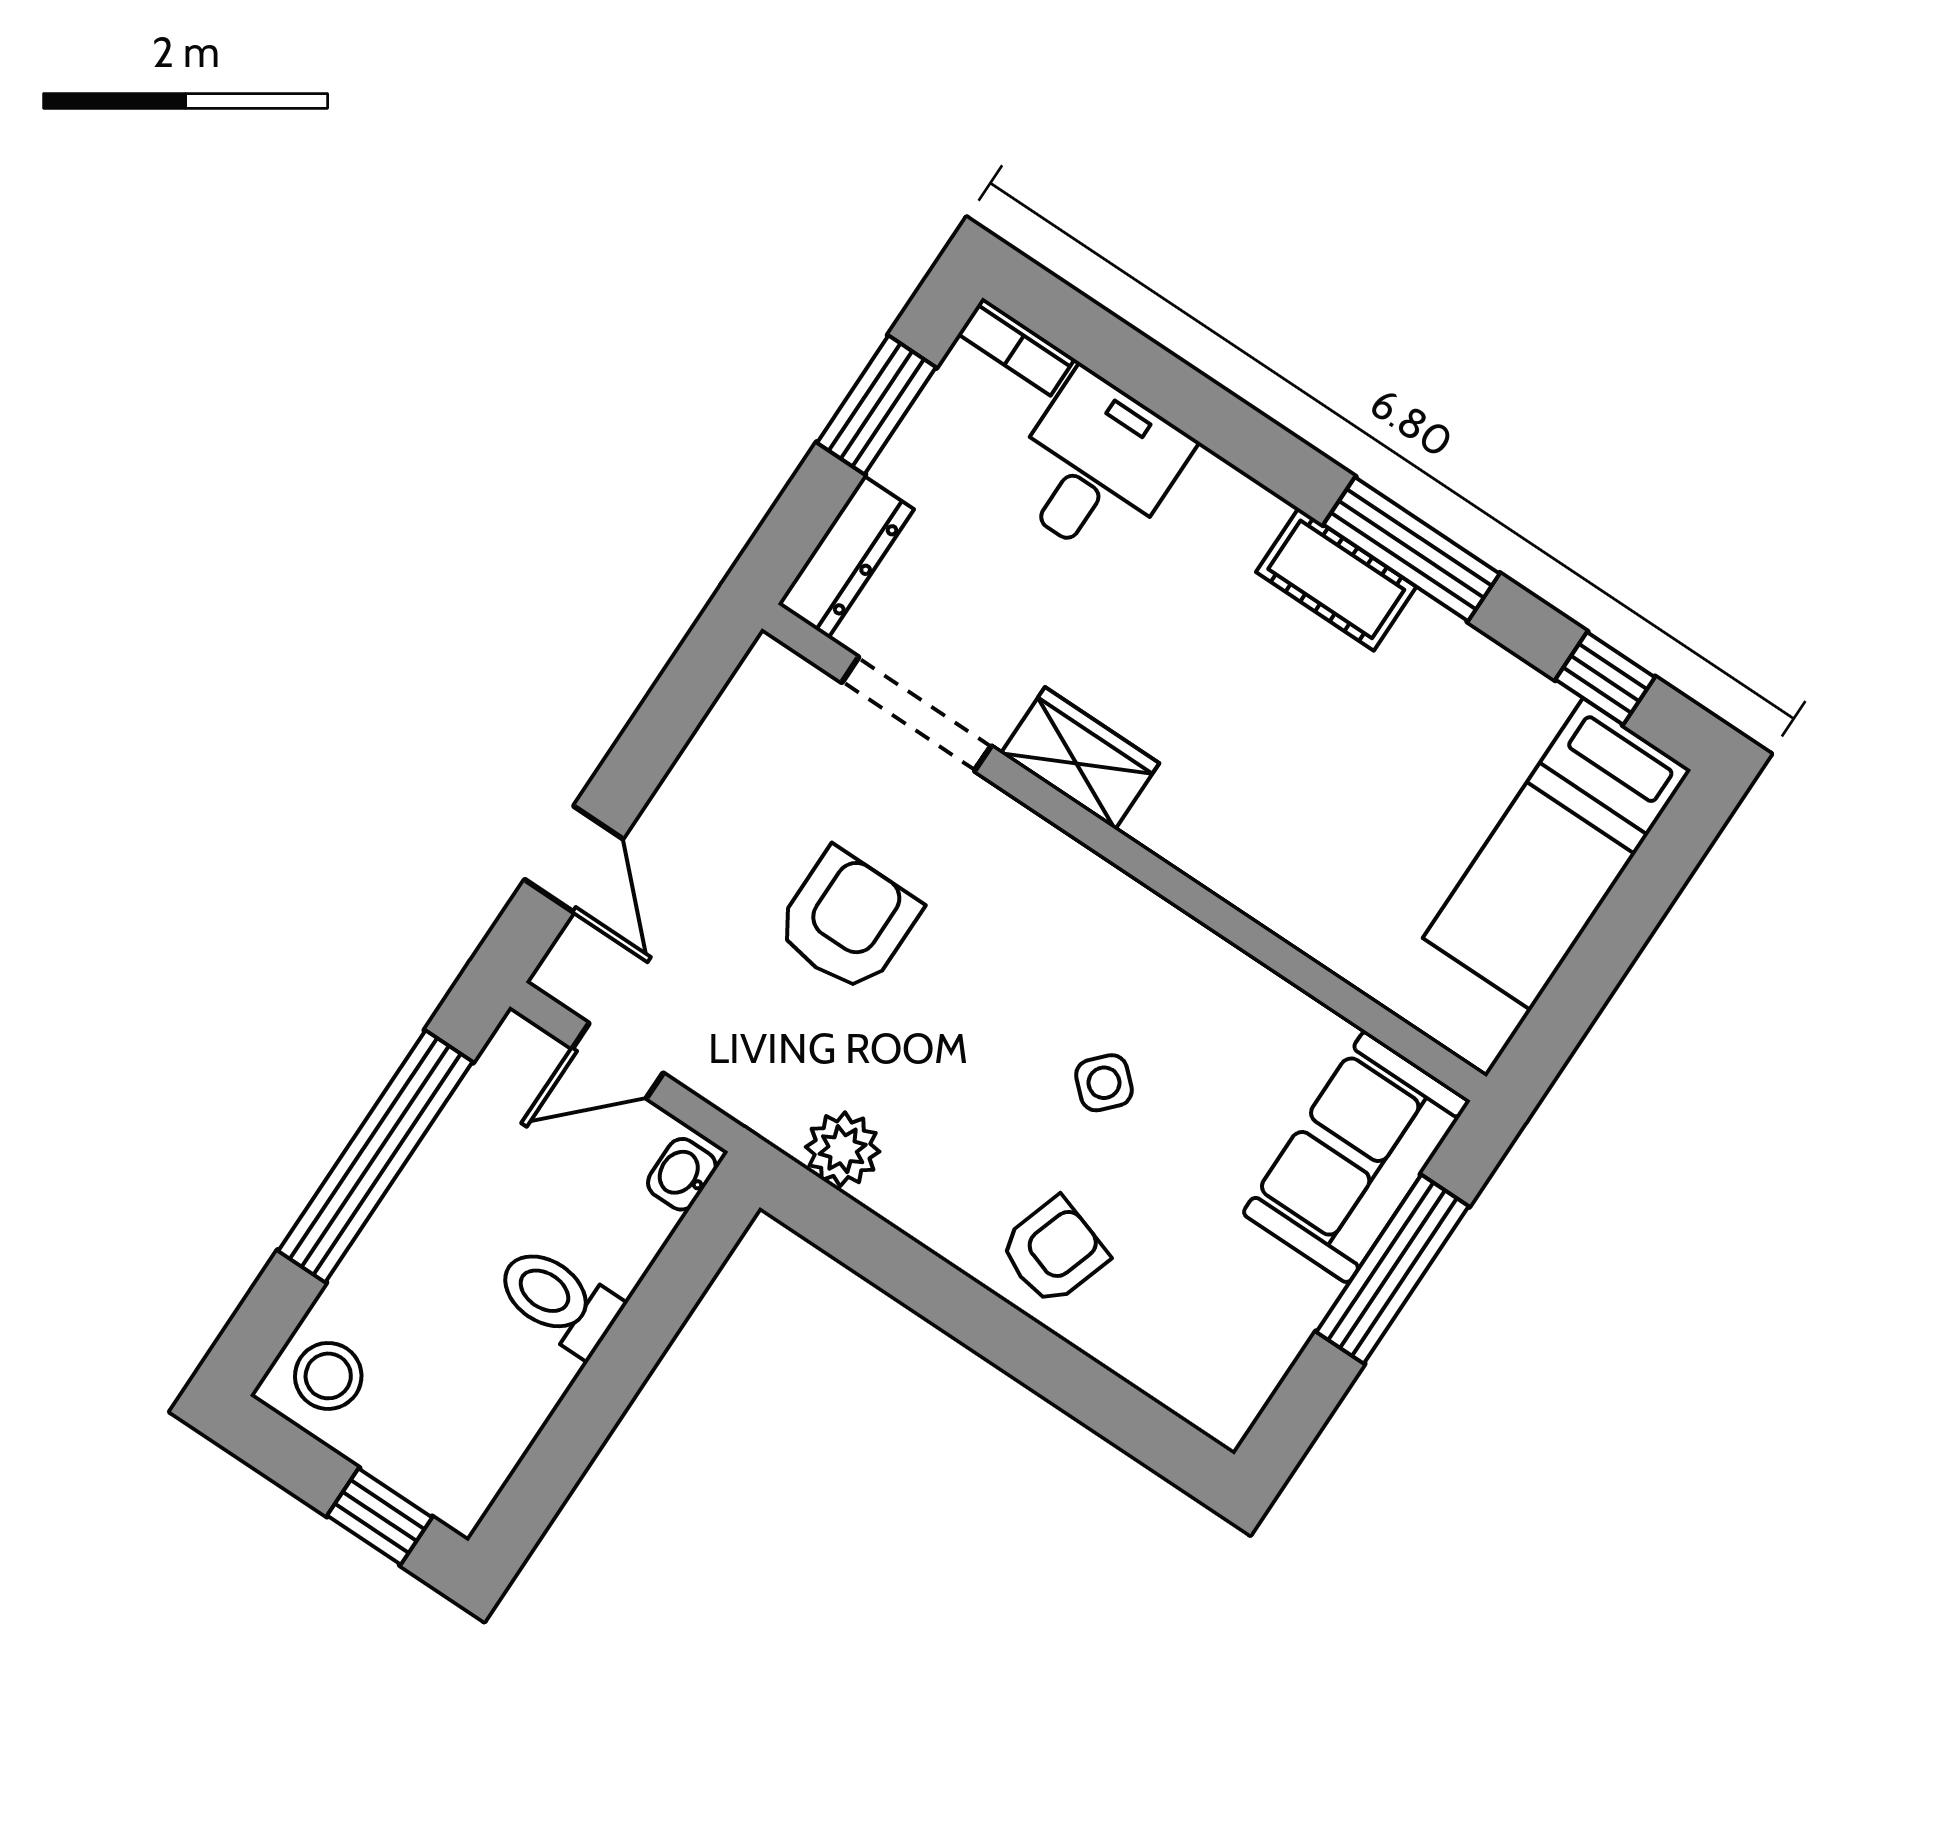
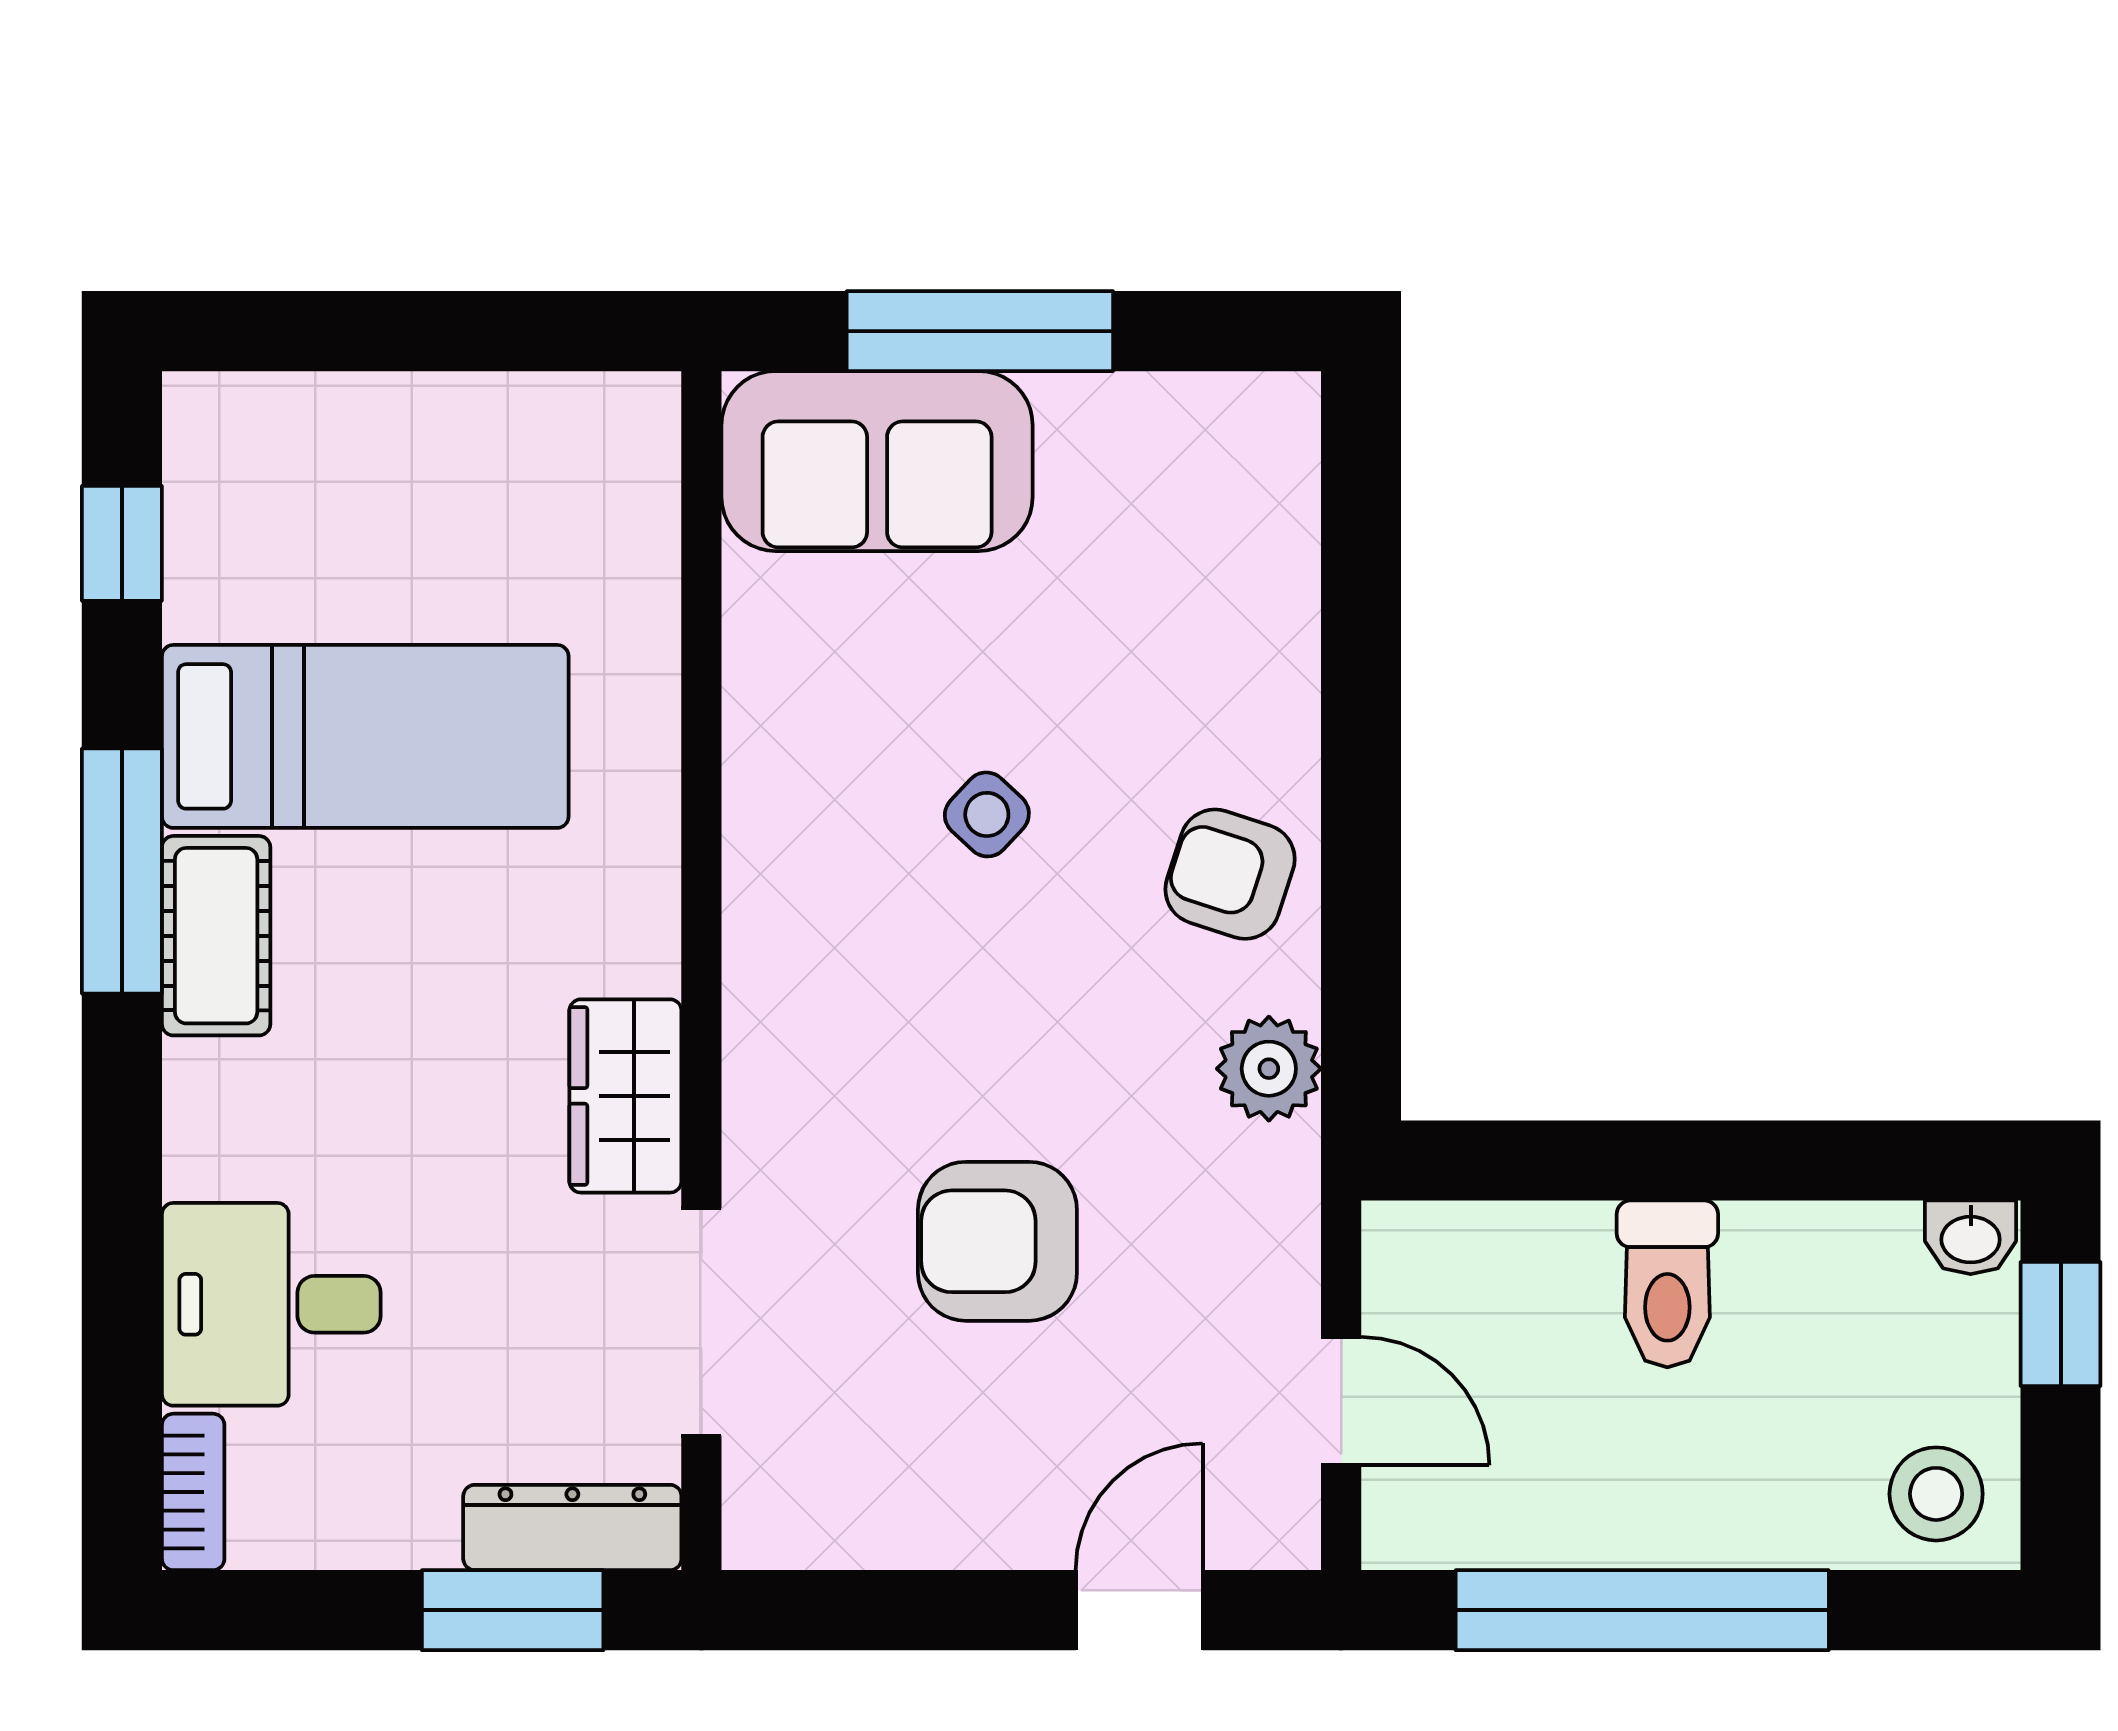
window: (877, 405) -> (513, 1610), moved
bed: (1557, 854) -> (365, 736), moved
washbasin: (682, 1174) -> (1971, 1237), moved
armchair: (1054, 1251) -> (1230, 874), moved

